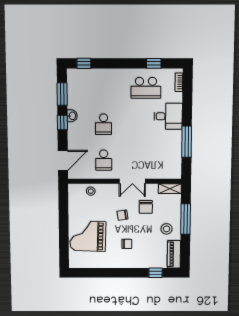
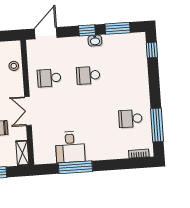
window: (154, 63) -> (157, 125), width x2.17
school desk: (146, 88) -> (130, 119), width x0.54
desk: (168, 116) -> (70, 147), moved
door: (63, 160) -> (46, 33), swing flipped

